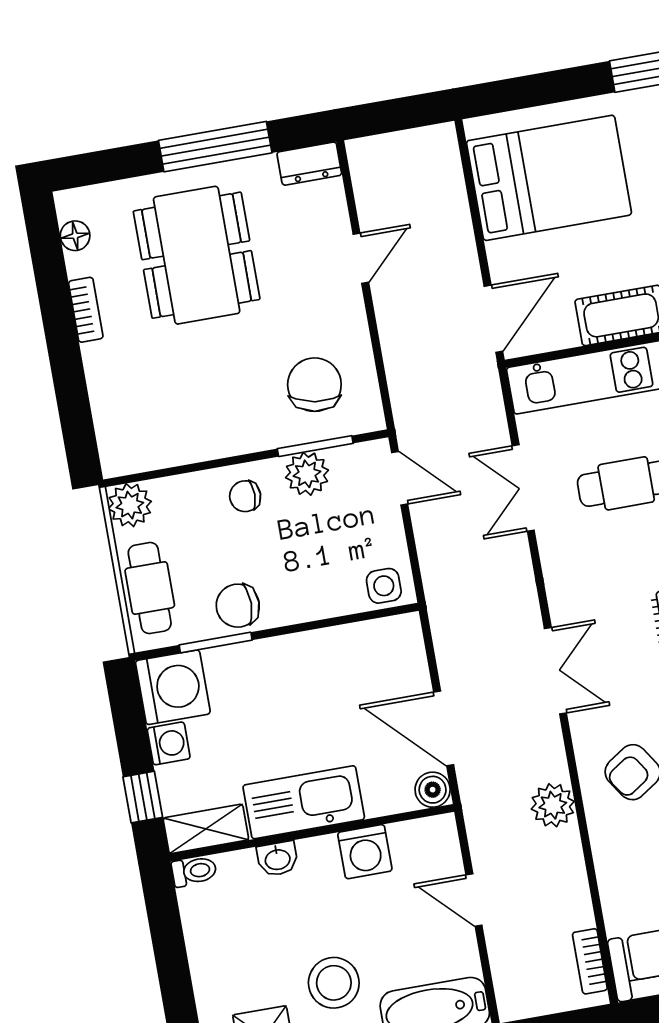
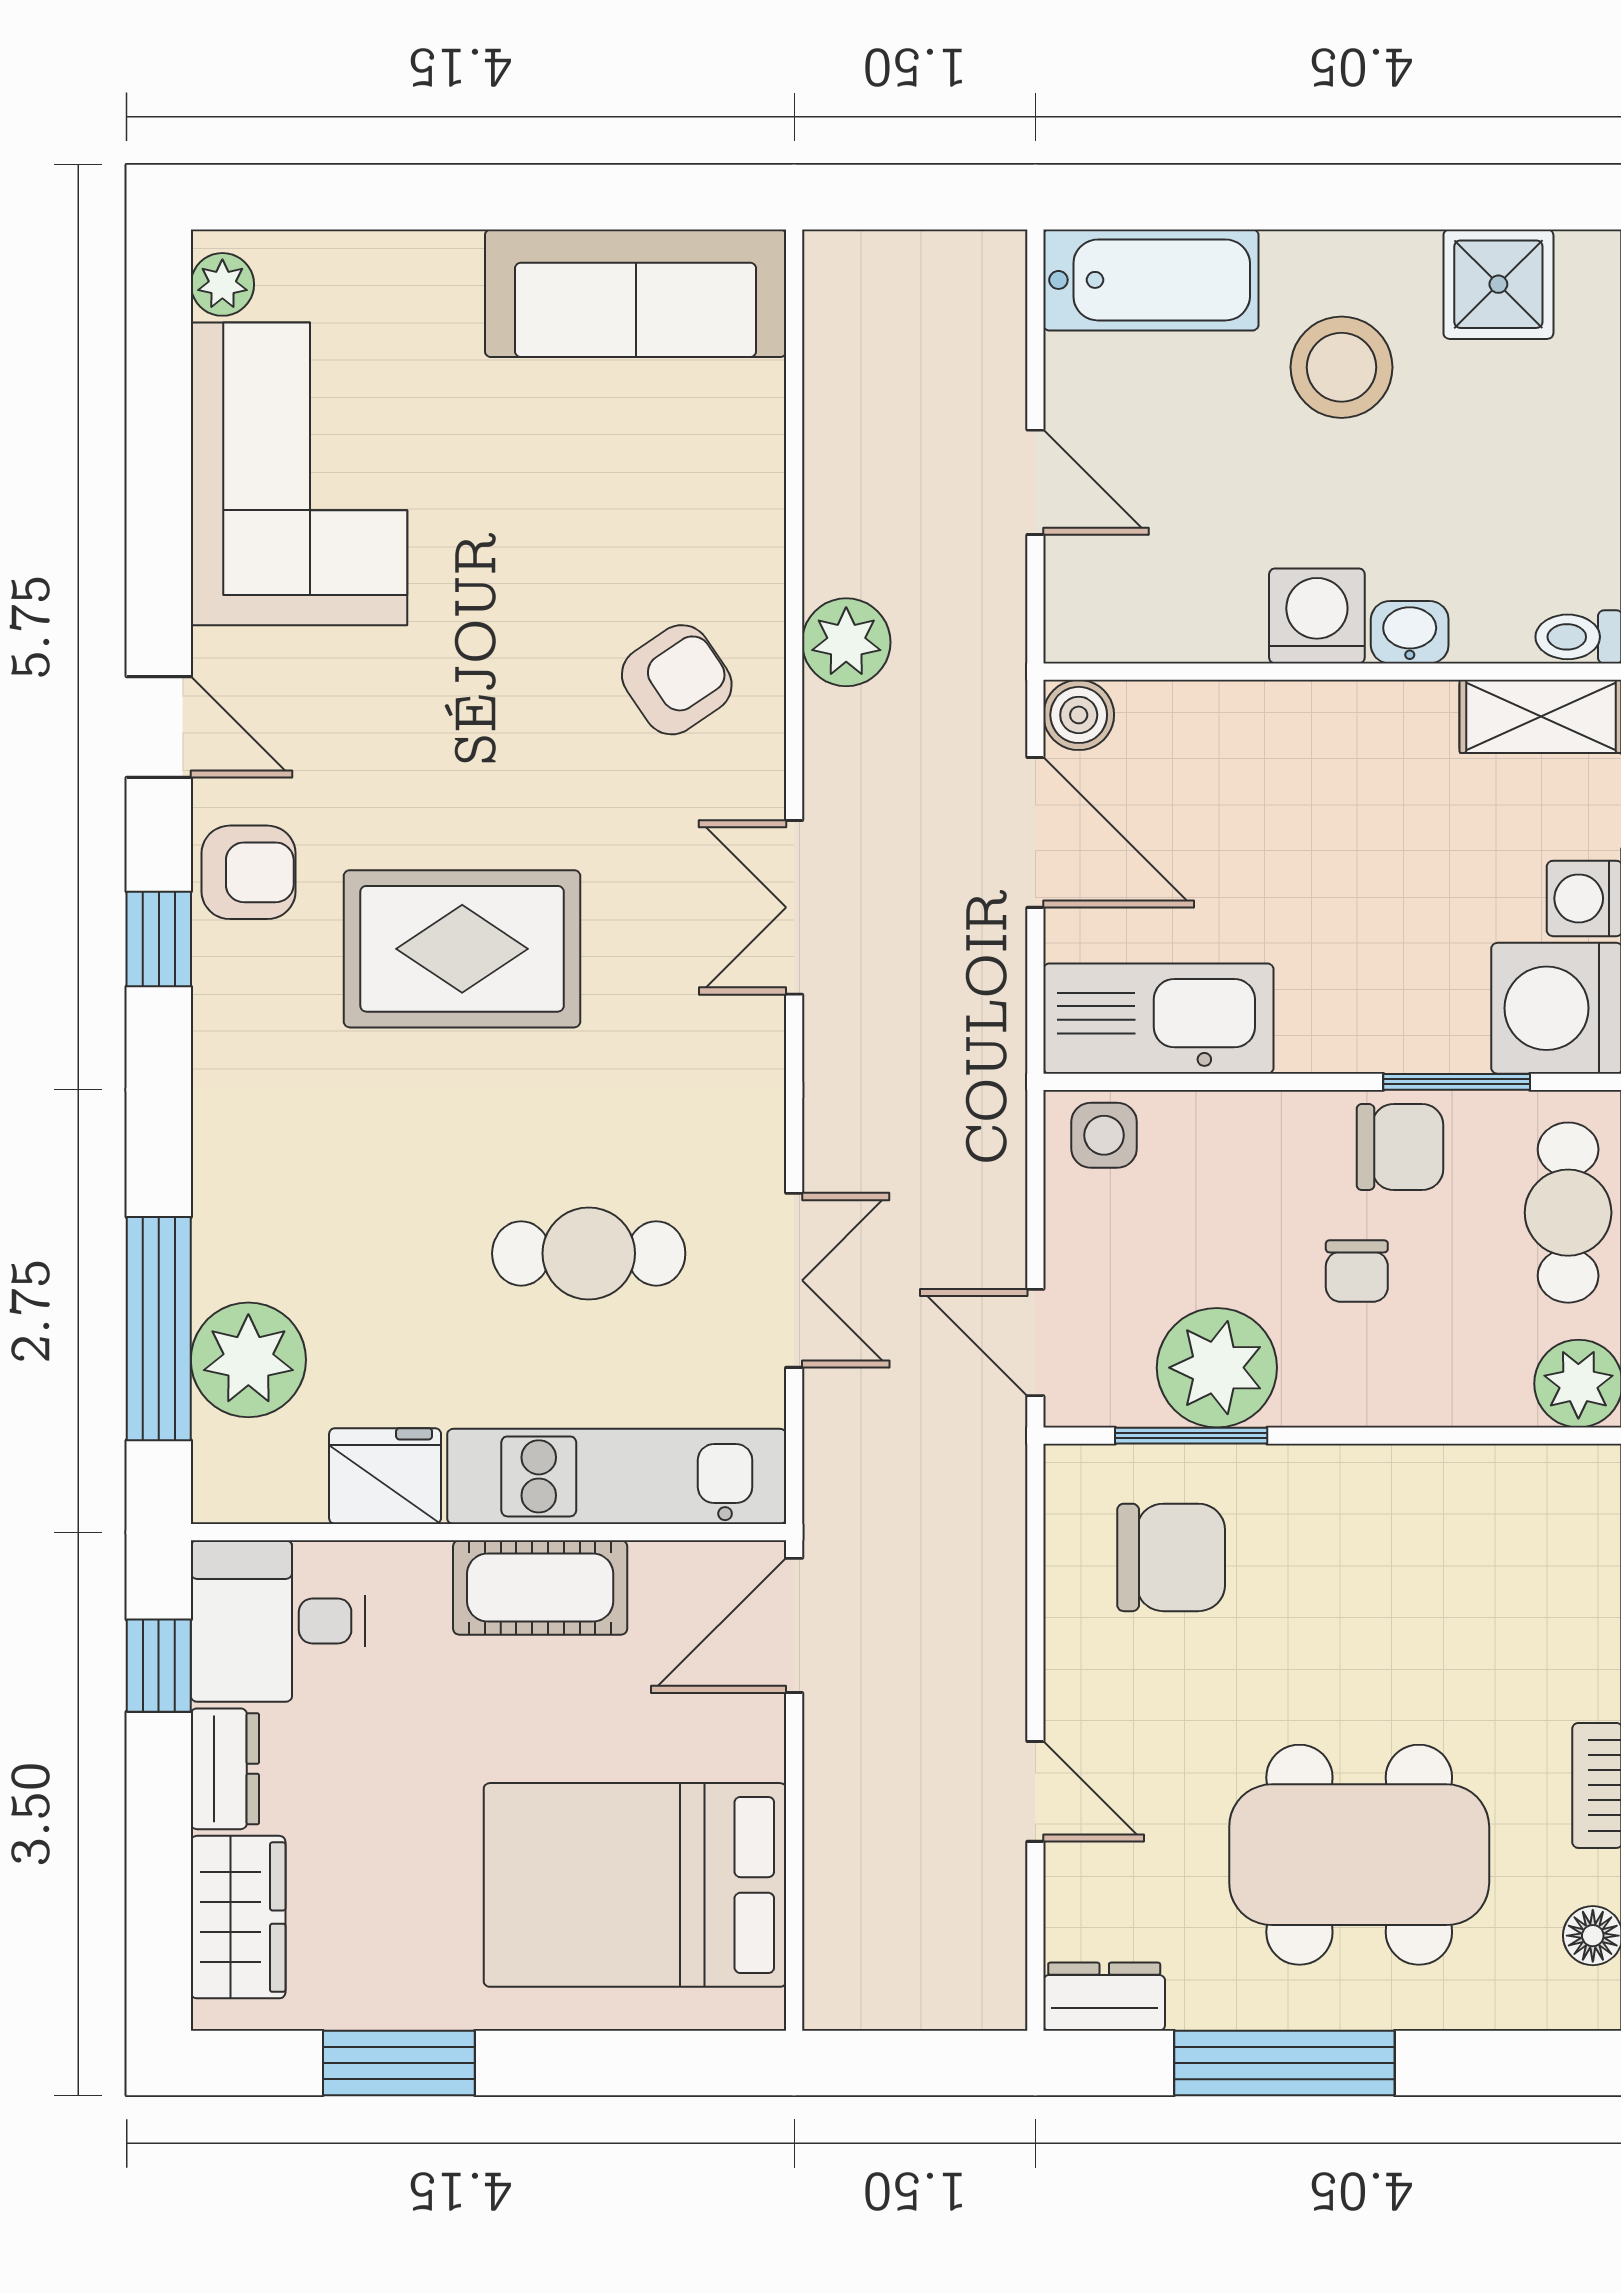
dining table: (197, 255) -> (1359, 1855), turned 90
door: (361, 258) -> (1035, 1791), swing flipped
chair: (314, 385) -> (1171, 1557), turned -99
plant: (307, 474) -> (1217, 1368), width x1.36, depth x1.36
chair: (245, 496) -> (1357, 1271), moved, turned 90
kitchen sink: (304, 802) -> (1158, 1019), moved, turned 180
washing machine: (365, 852) -> (1317, 616), moved
bookcase: (590, 961) -> (827, 320), removed

